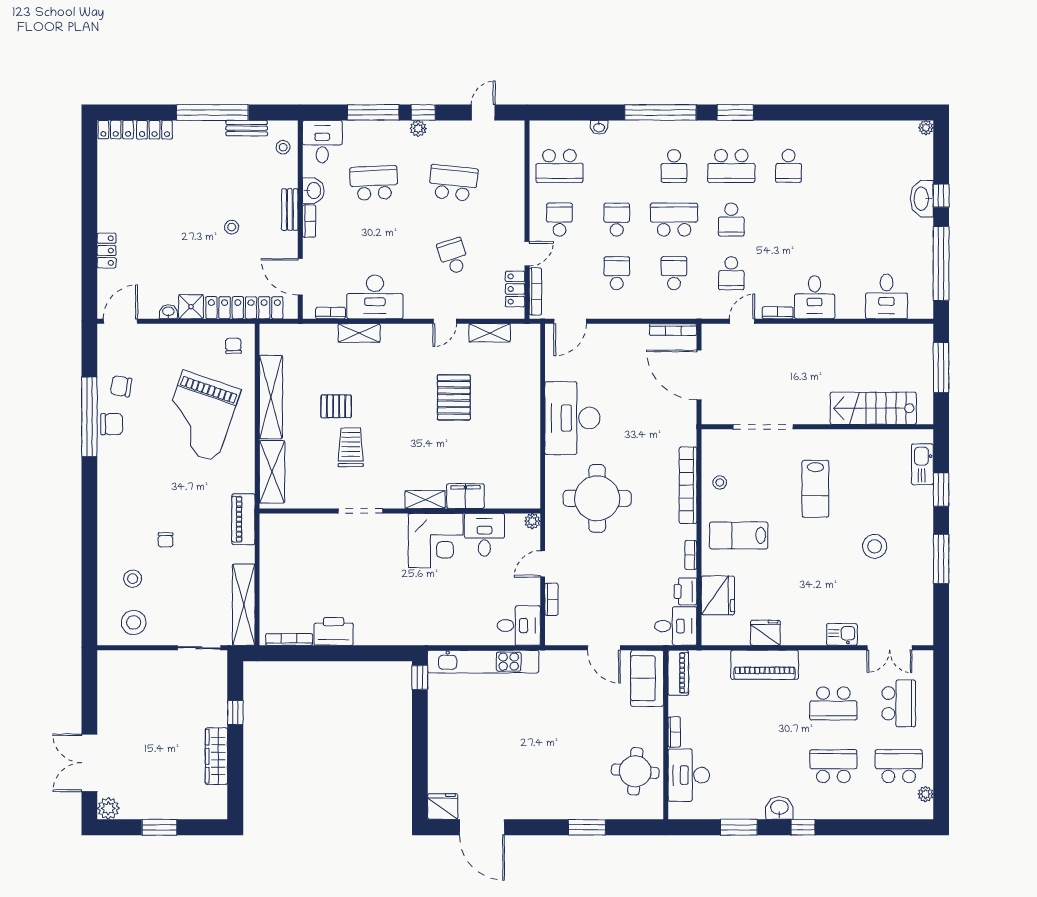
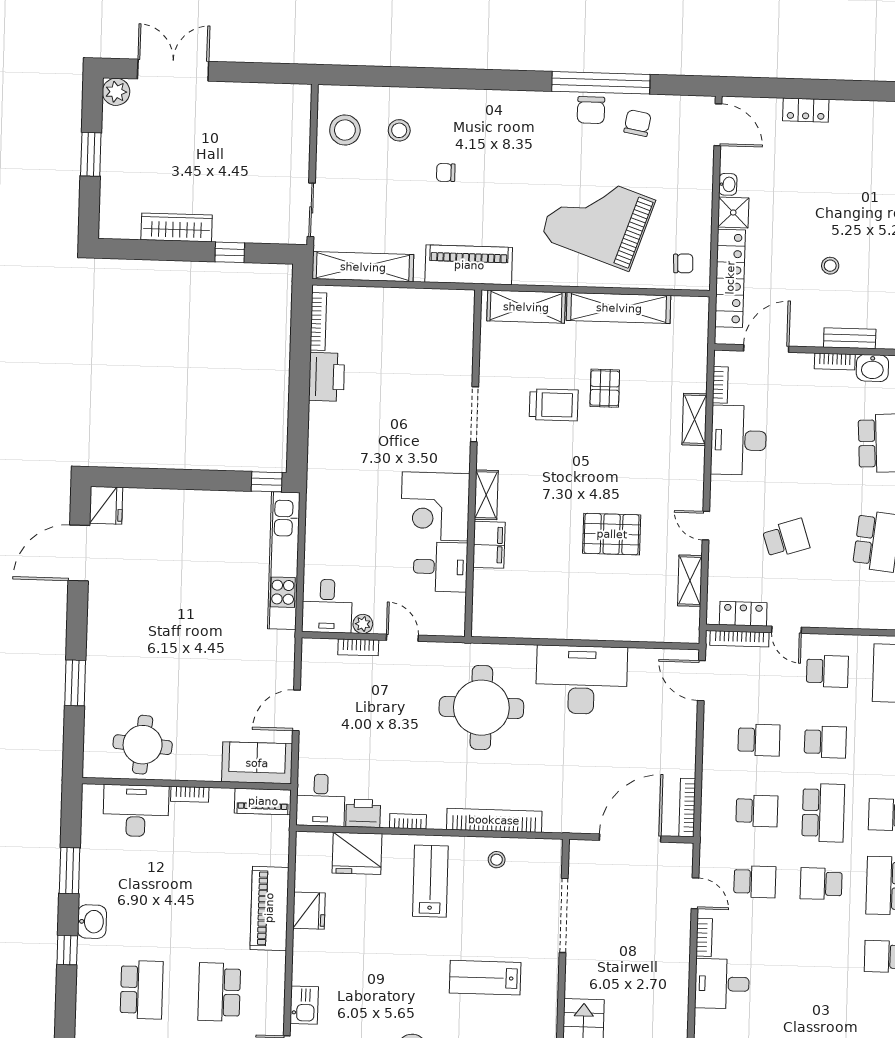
school desk: (731, 273) -> (755, 882), turned 180
piano: (243, 519) -> (469, 265), width x1.37, depth x1.33
plant: (532, 521) -> (363, 624), moved

